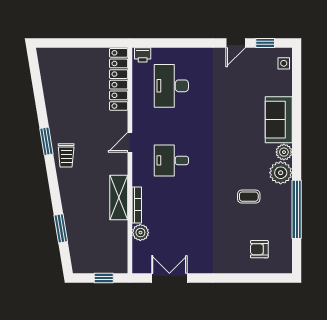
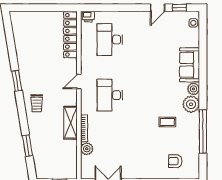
trolley: (66, 155) -> (37, 103), moved
desk: (171, 160) -> (110, 95), width x1.37

